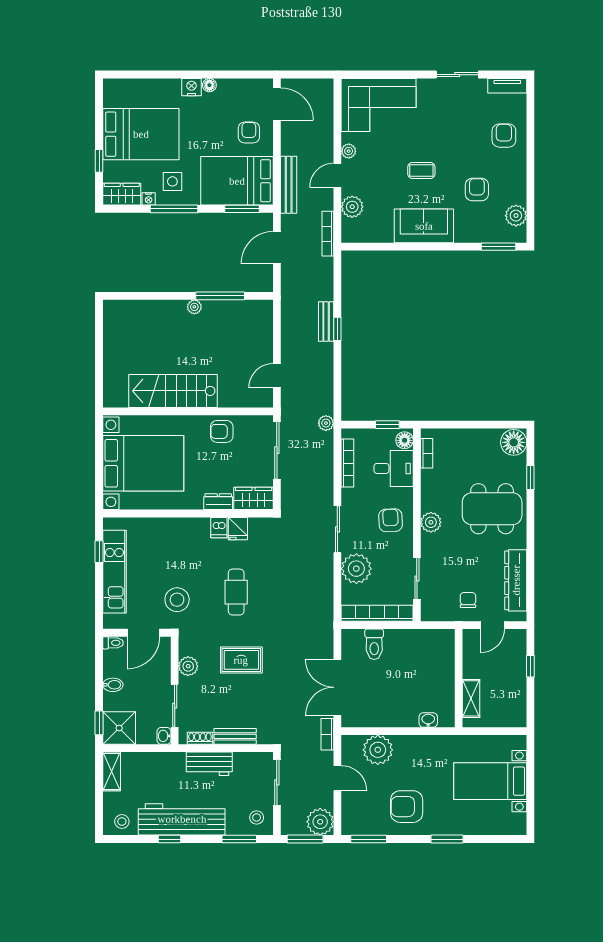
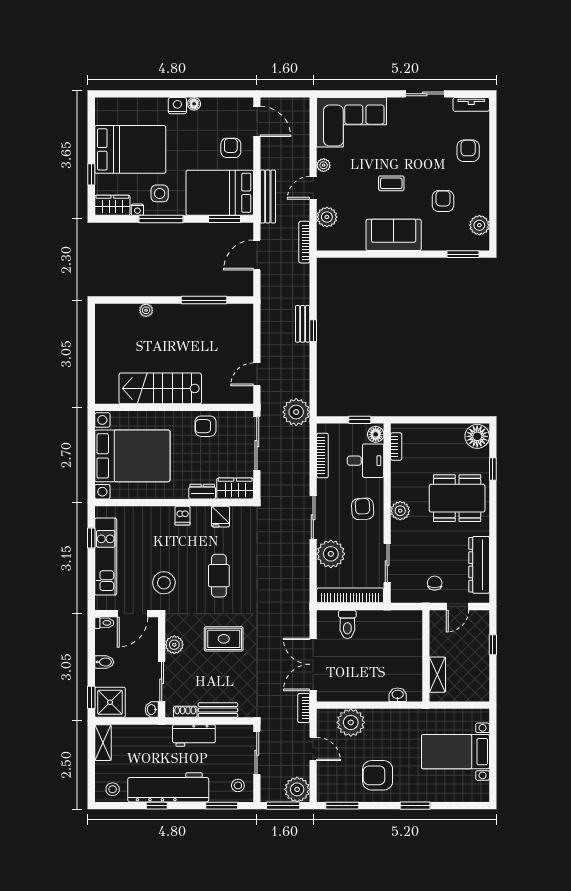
plant: (194, 307) -> (146, 310), moved
plant: (326, 423) -> (296, 412), width x1.87, depth x1.87
dishwasher: (219, 528) -> (182, 516), moved

